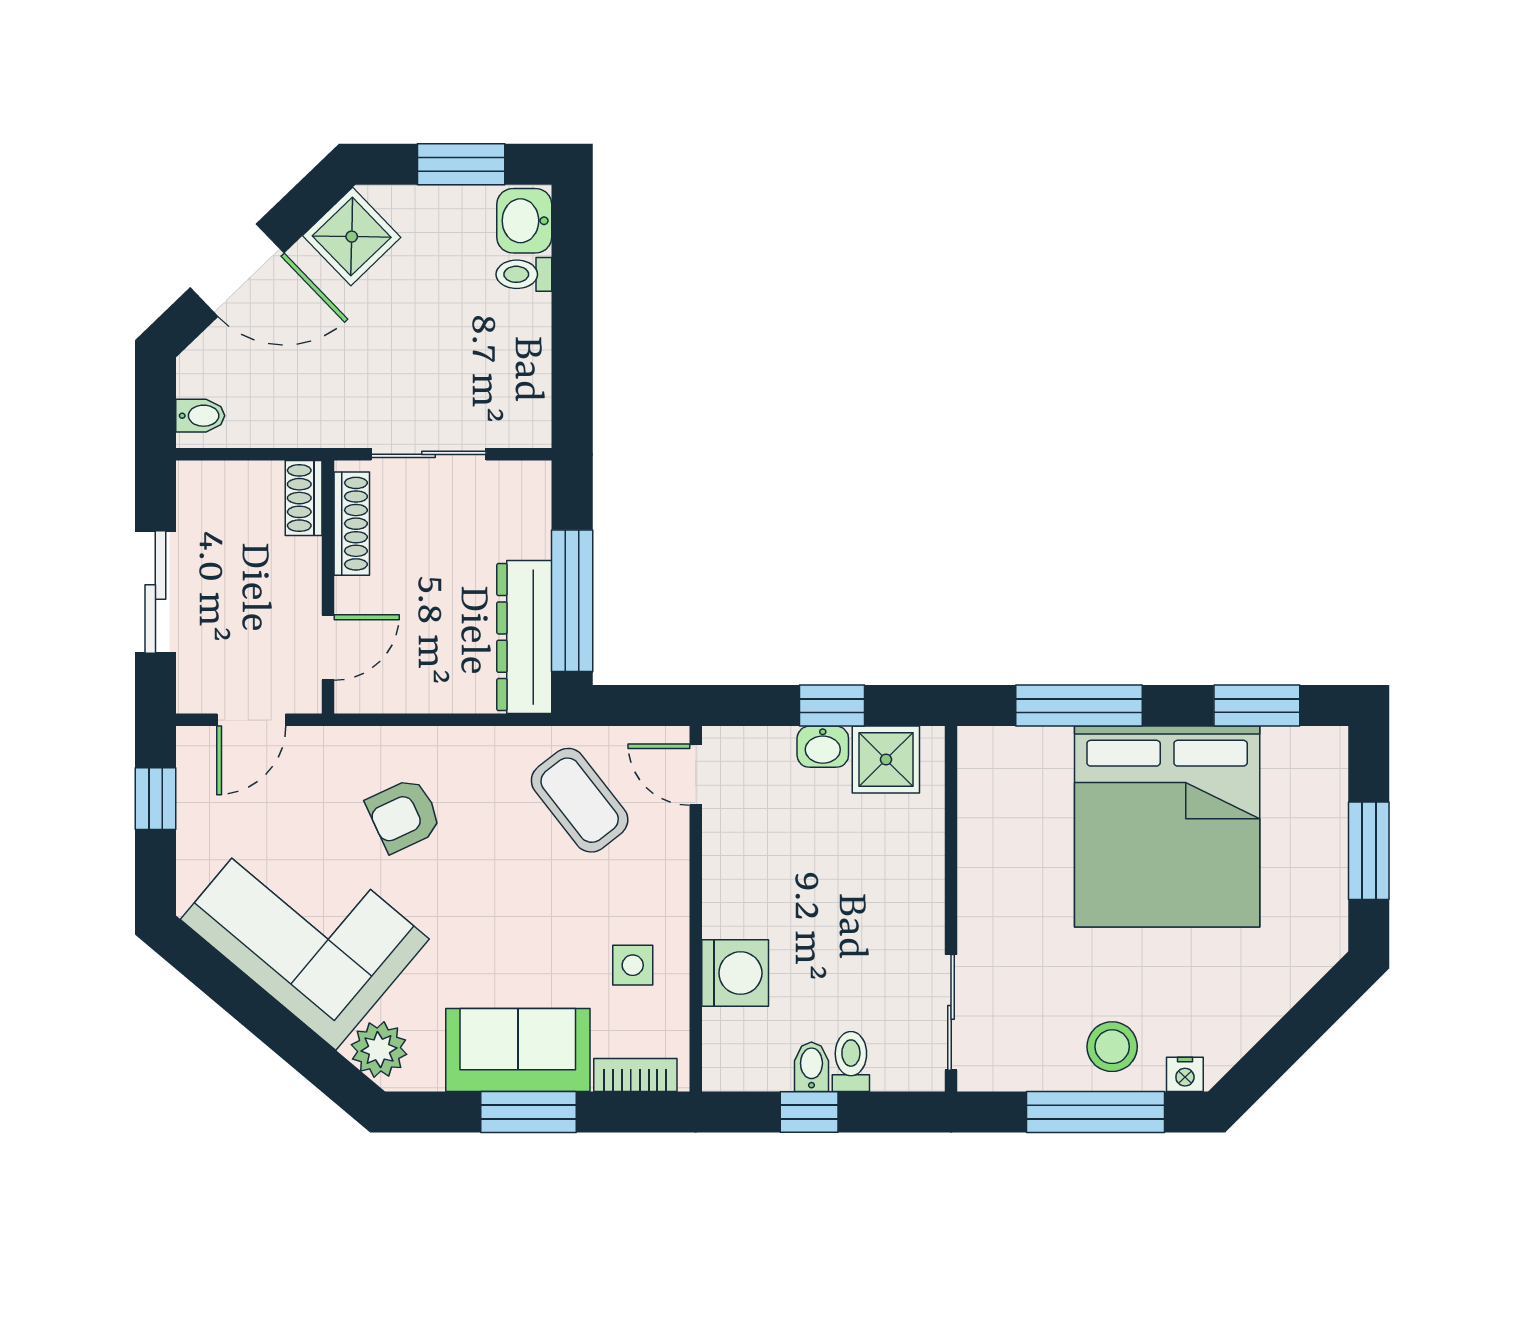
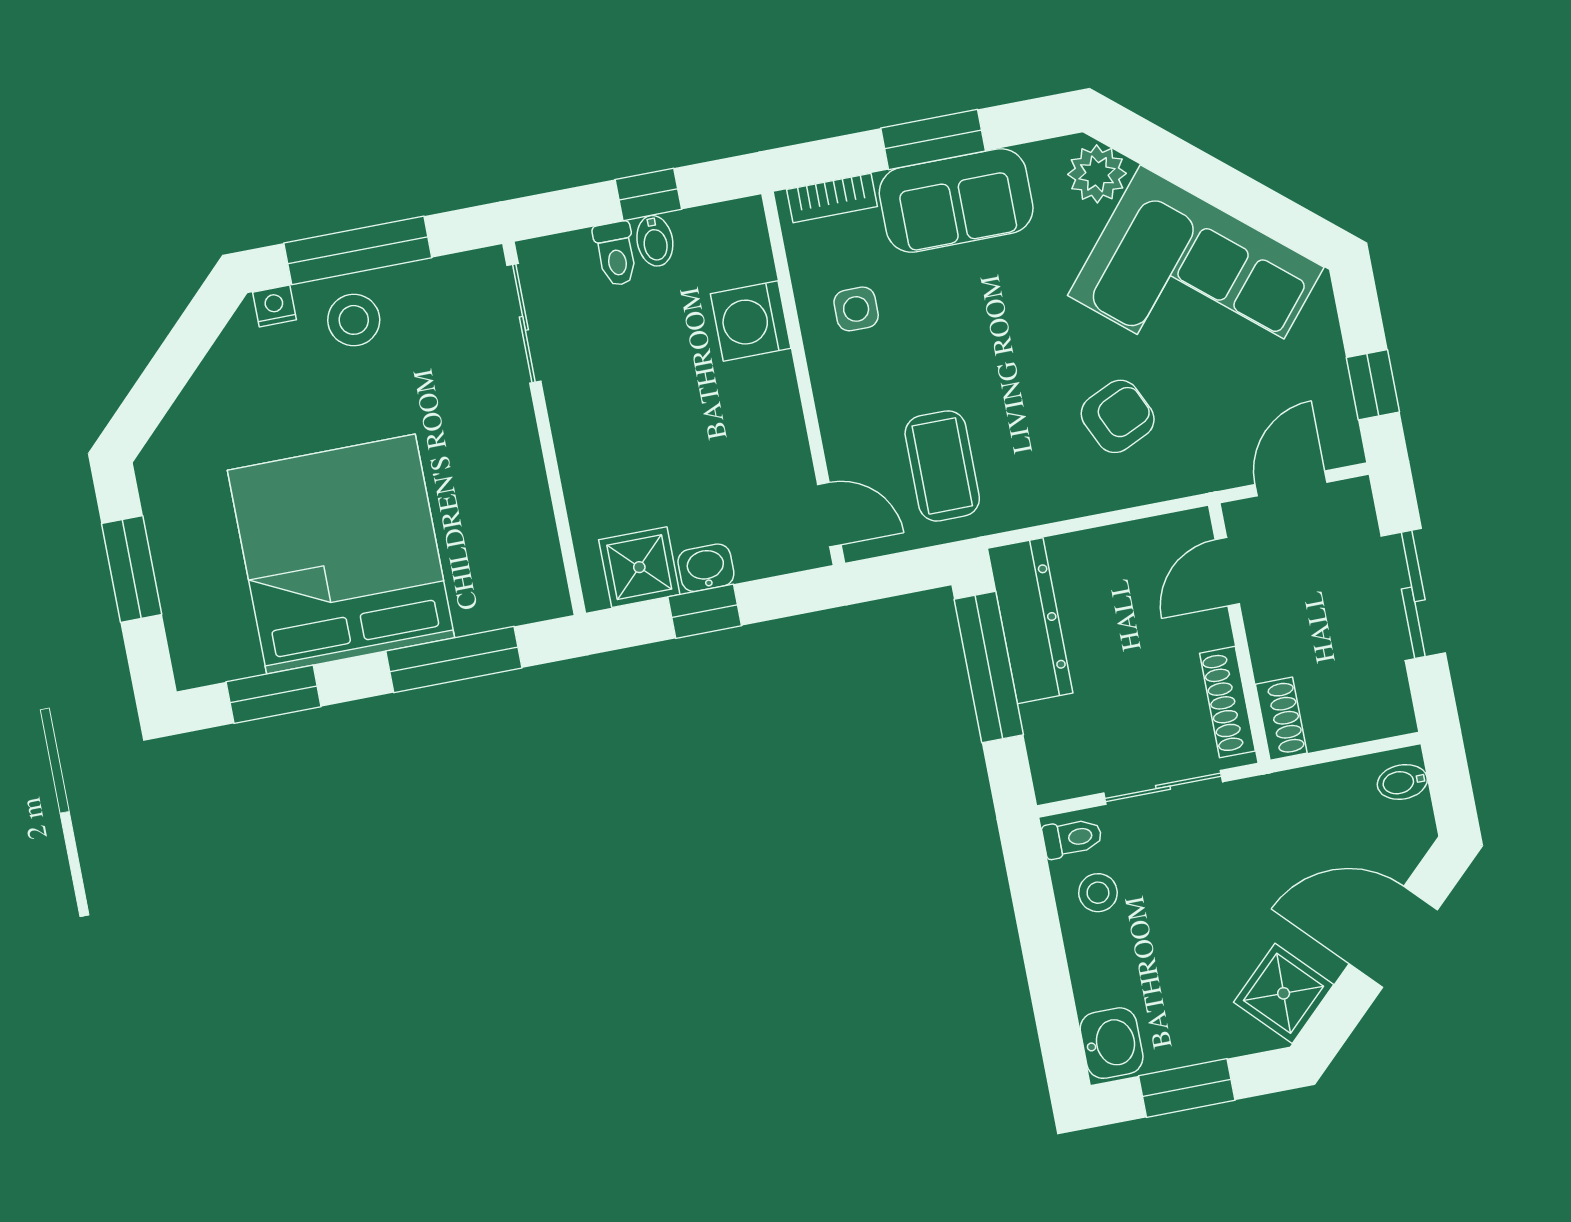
toilet: (524, 274) -> (1072, 838), moved
stool: (510, 366) -> (1098, 893), added
coffee table: (580, 800) -> (942, 466), turned 38

